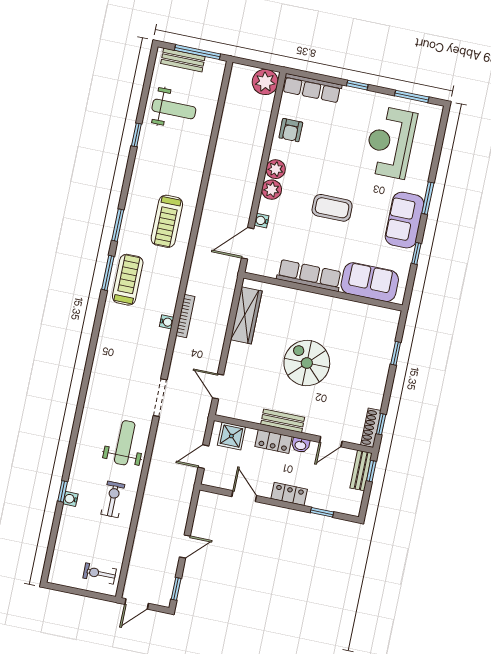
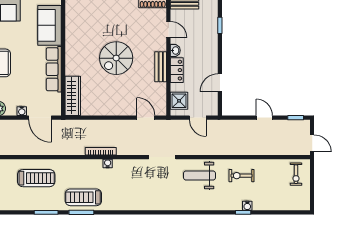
wardrobe: (246, 315) -> (73, 96), moved, turned 90
door: (218, 387) -> (146, 118), swing flipped
locker: (289, 494) -> (212, 51), removed

